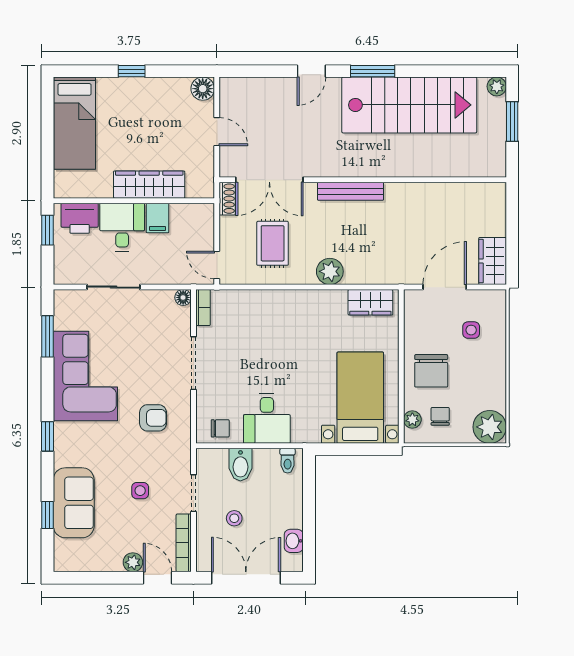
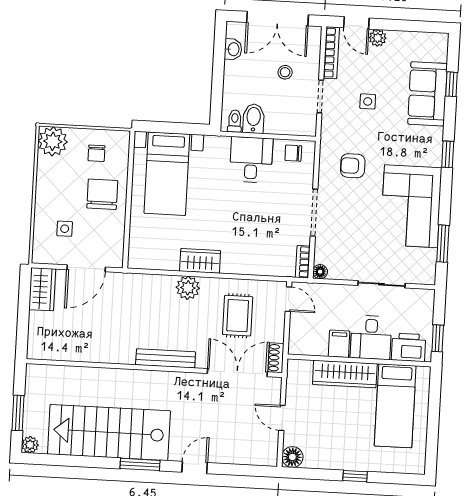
bed: (75, 123) -> (395, 406), moved, turned 180
wardrobe: (370, 302) -> (200, 261), moved
plant: (412, 420) -> (121, 152), removed
bidet: (240, 465) -> (254, 119), moved

